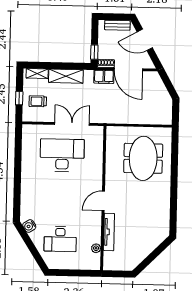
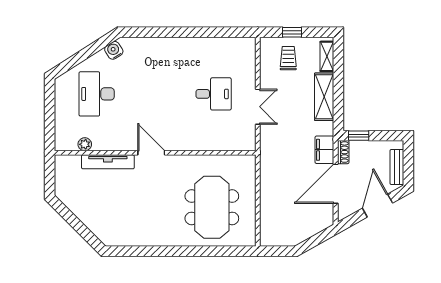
double door: (72, 124) -> (258, 107), width x0.73
desk: (62, 155) -> (214, 94), width x0.53, depth x0.77
meeting table: (143, 158) -> (212, 207), turned 90

